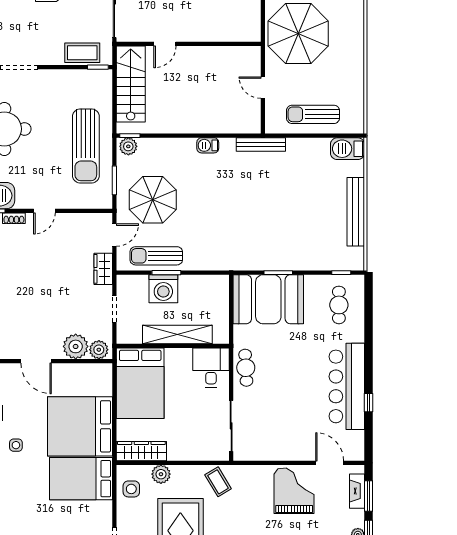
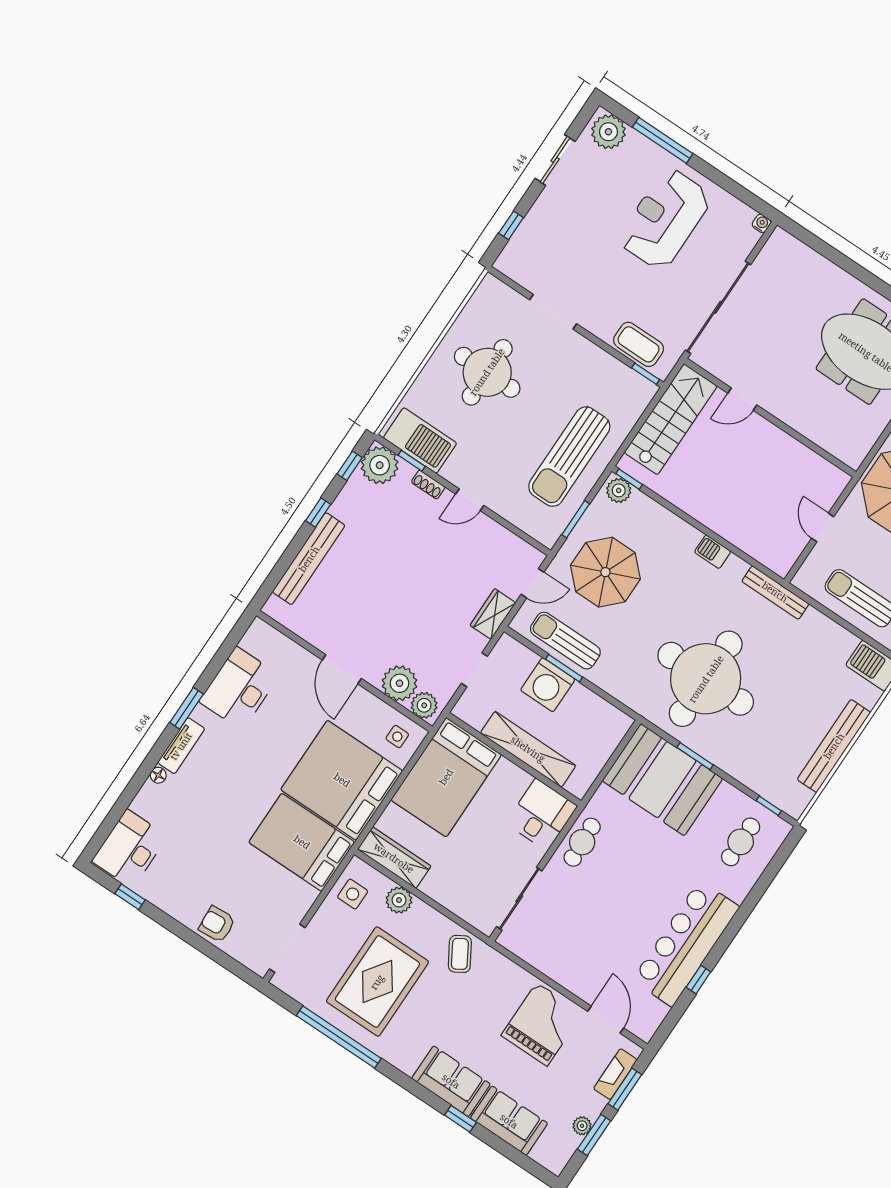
round table: (254, 223) -> (706, 679), added
side table: (16, 445) -> (397, 737), moved

